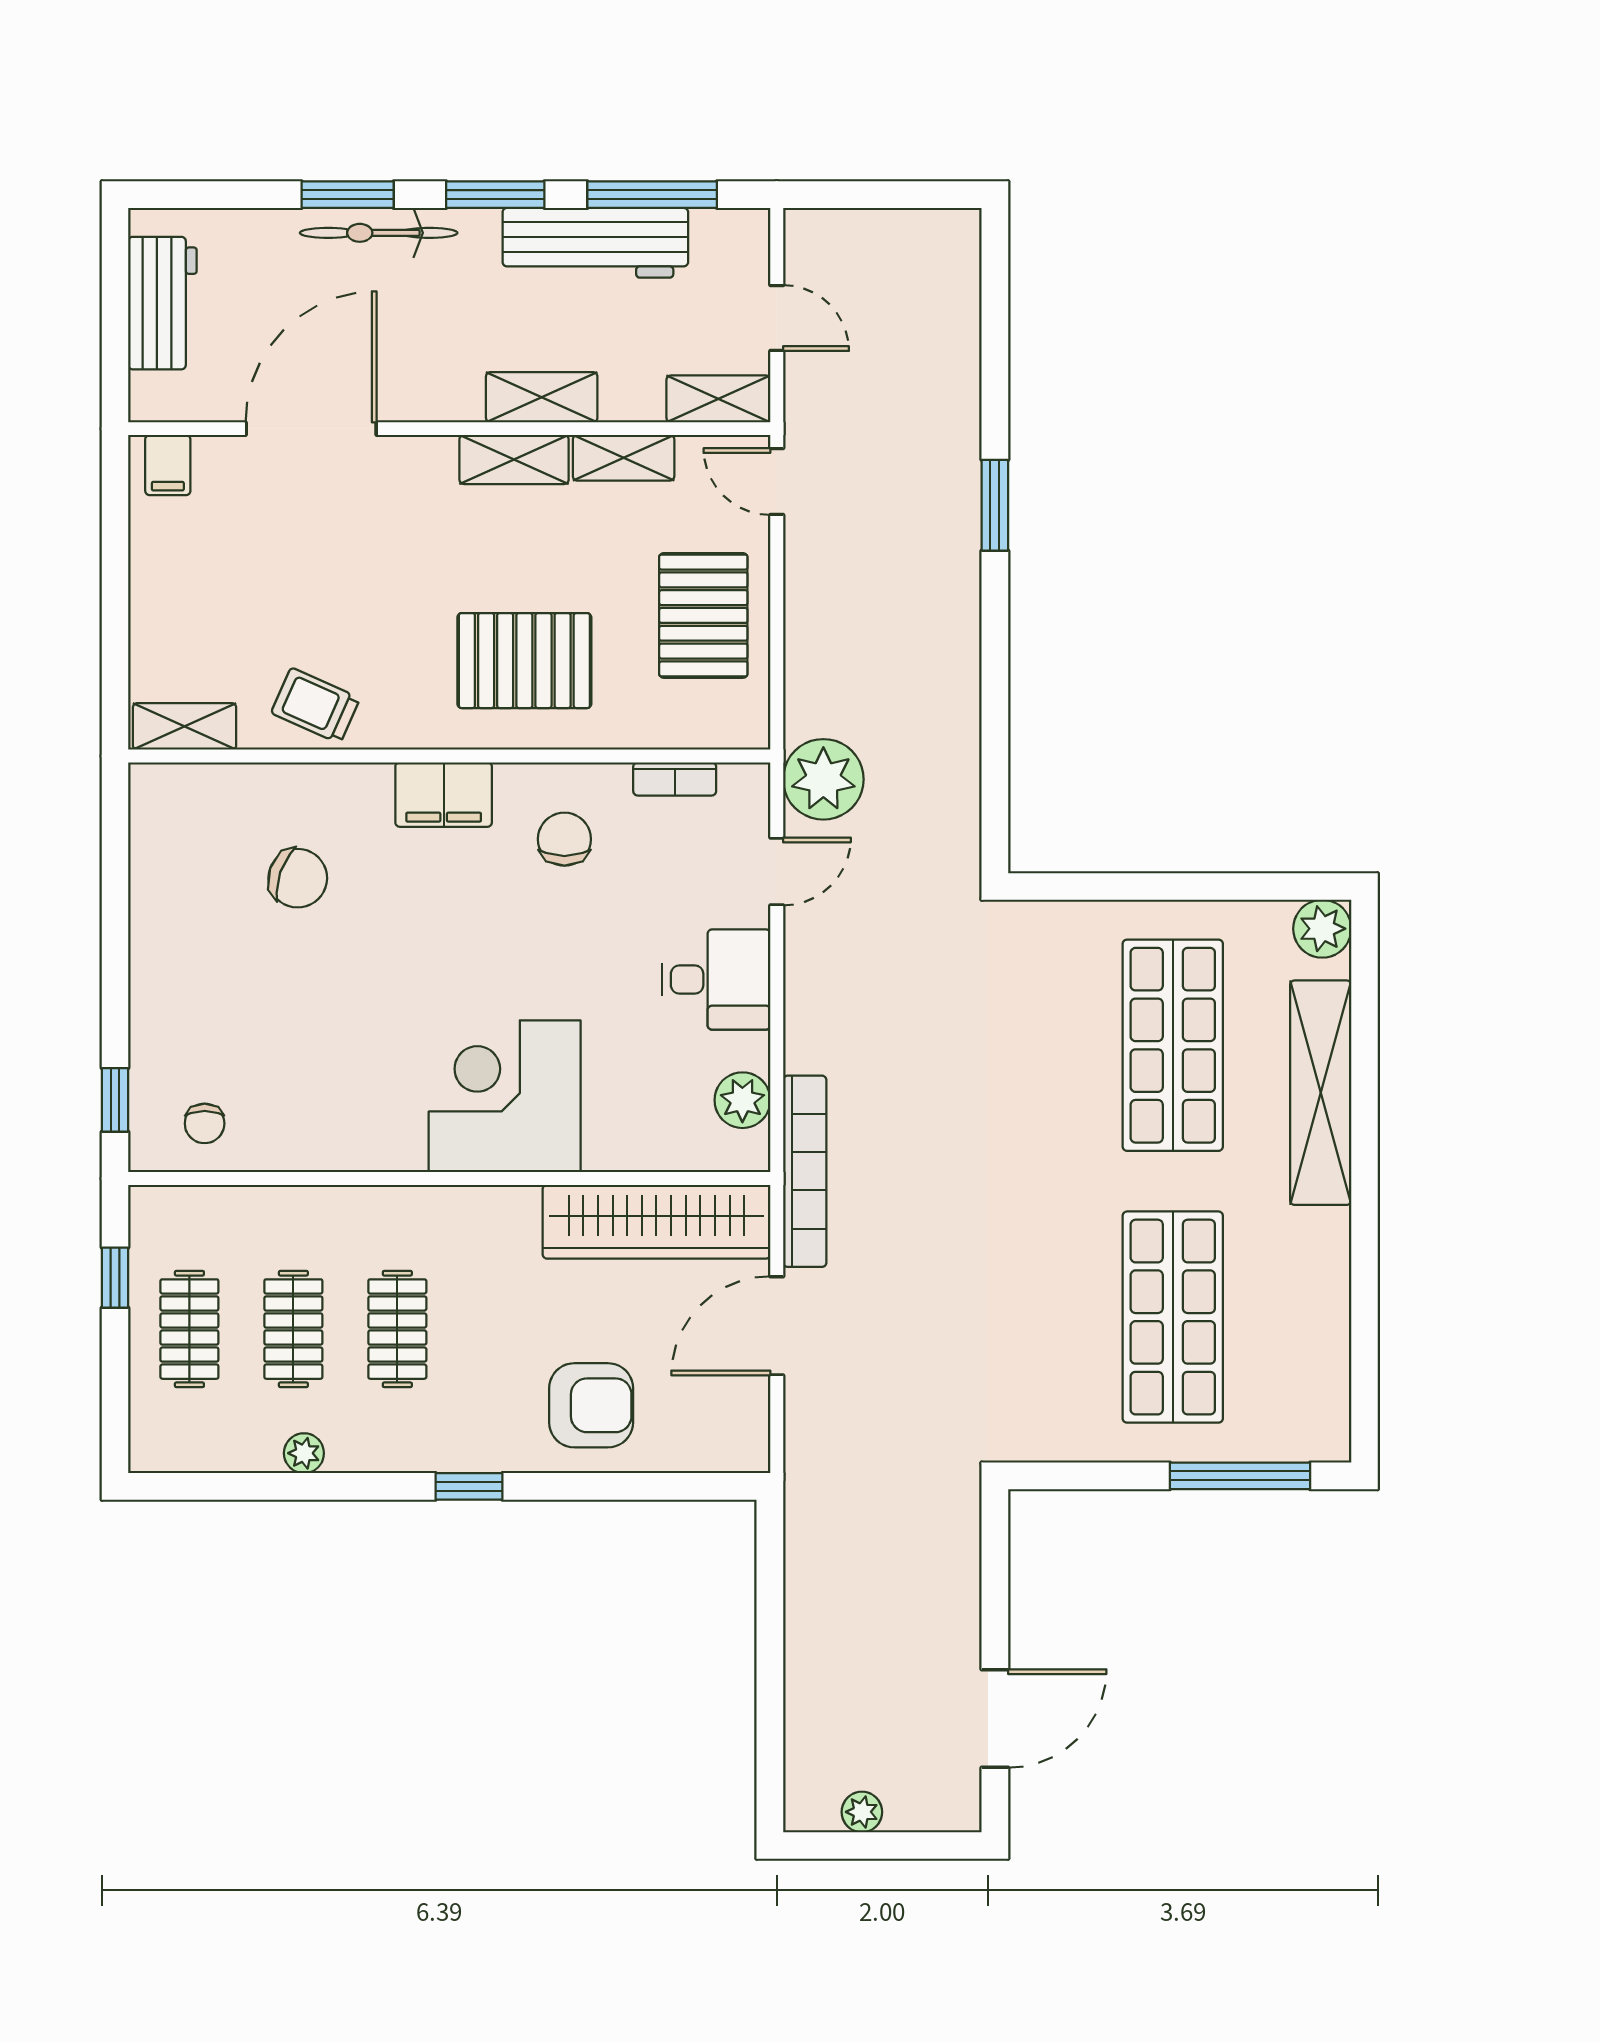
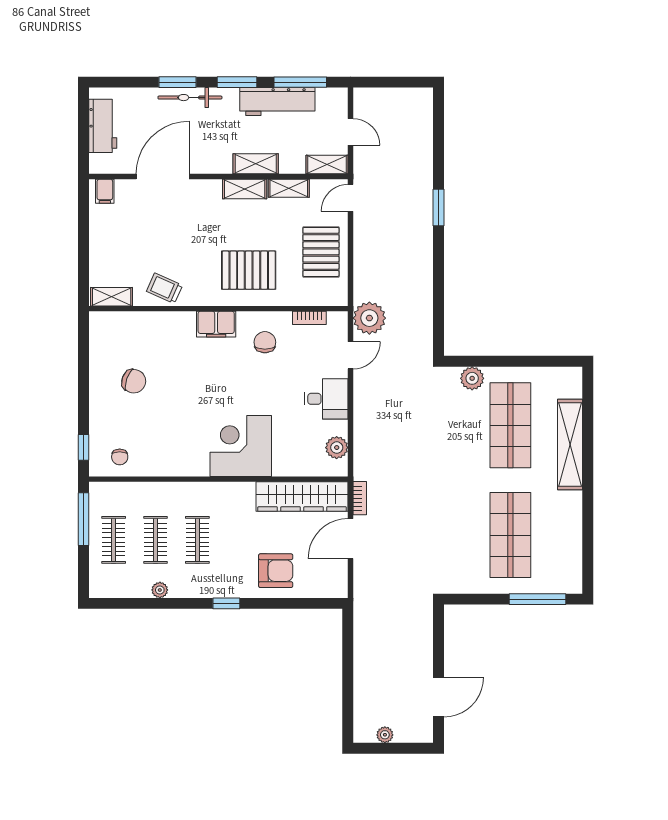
door: (777, 482) -> (351, 198), hinge flipped
chair: (298, 878) -> (134, 381), moved
plant: (1322, 929) -> (472, 378), moved
bookcase: (805, 1171) -> (360, 498), width x0.43, depth x0.76
window: (115, 1278) -> (84, 519), width x2.17

